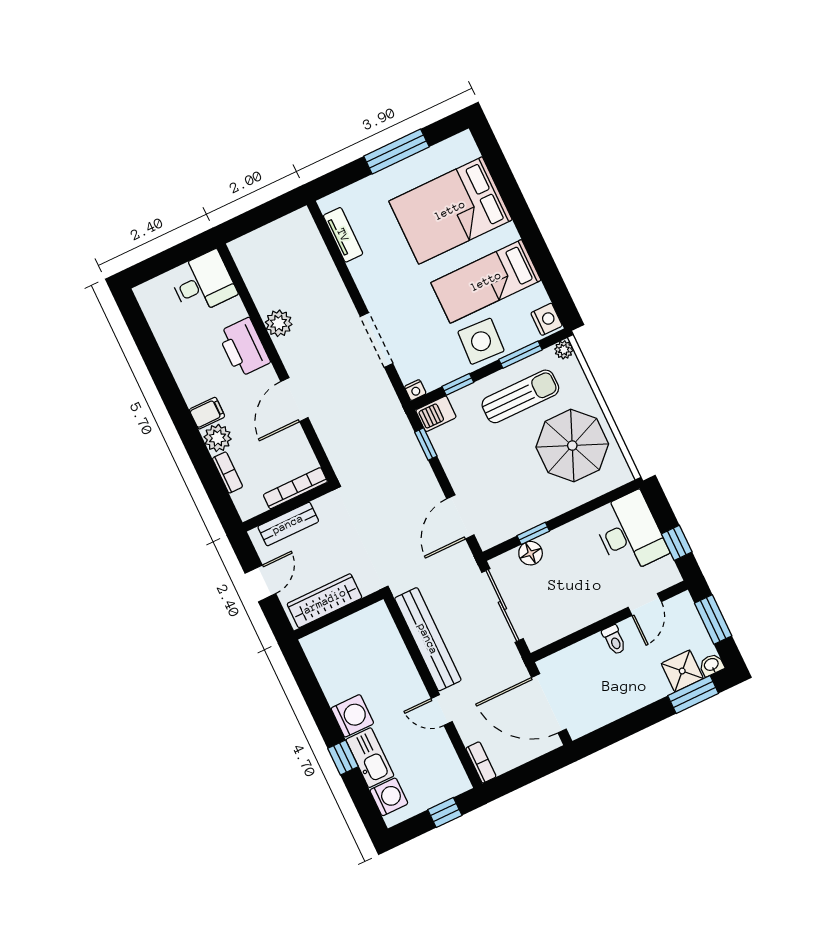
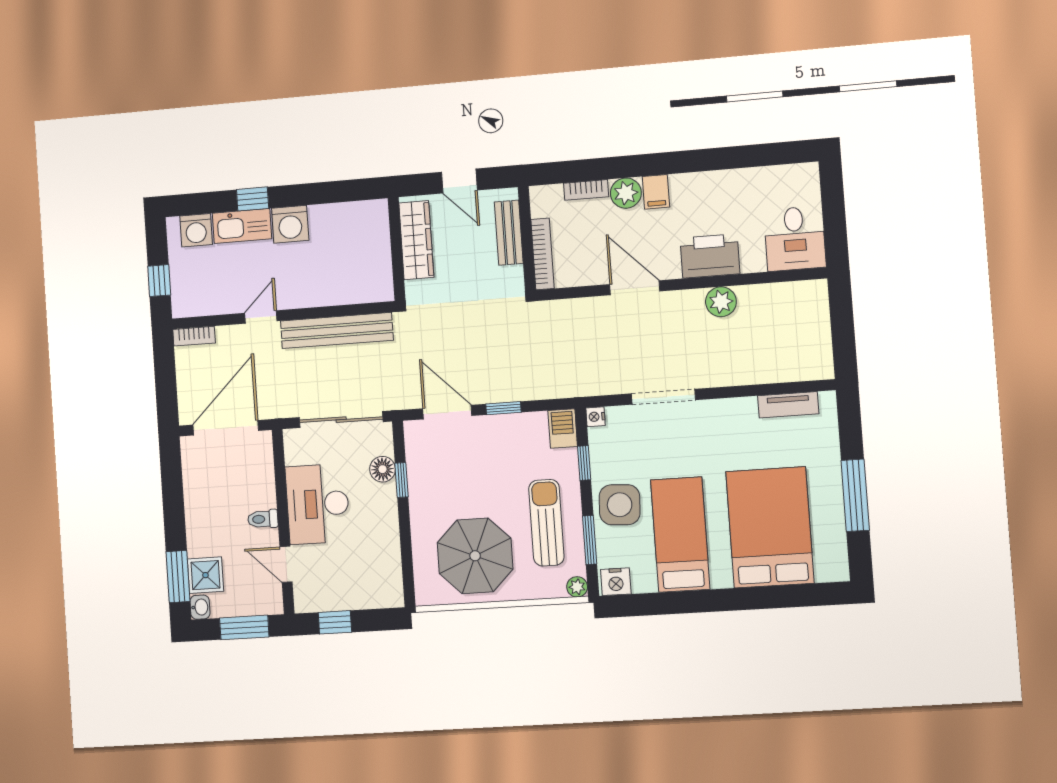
sun lounger: (520, 396) -> (546, 523), turned 180
window: (426, 444) -> (503, 408), moved
desk: (630, 533) -> (318, 504), moved, turned 90

